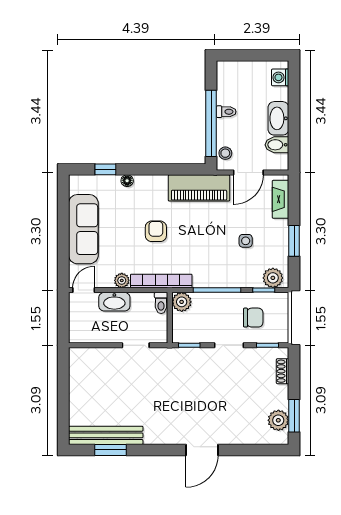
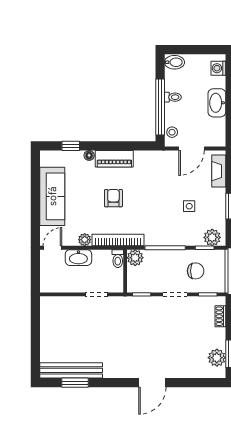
bidet: (277, 145) -> (174, 62), moved, turned 180
piano: (199, 188) -> (114, 159), moved, width x0.73, depth x0.75

